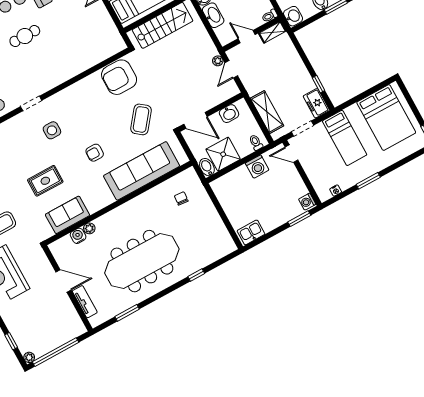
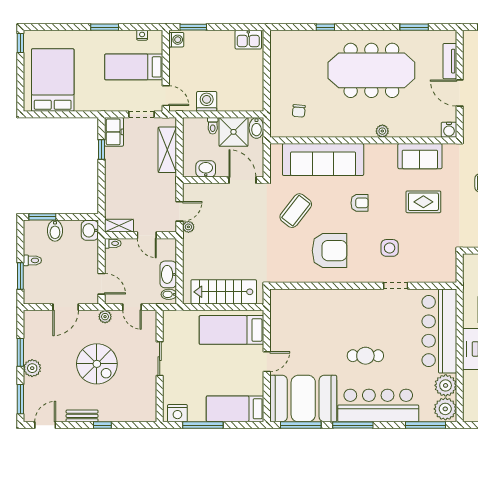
armchair: (119, 77) -> (330, 251), moved
bed: (345, 138) -> (134, 67), moved, turned -90
toilet: (256, 142) -> (213, 126), moved
plant: (89, 228) -> (382, 131), moved
water cooler: (78, 236) -> (449, 130), moved

